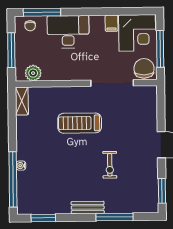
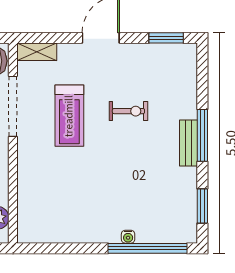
shelving: (22, 101) -> (37, 52), moved
treadmill: (80, 123) -> (69, 116), moved
window: (115, 217) -> (202, 135), moved

